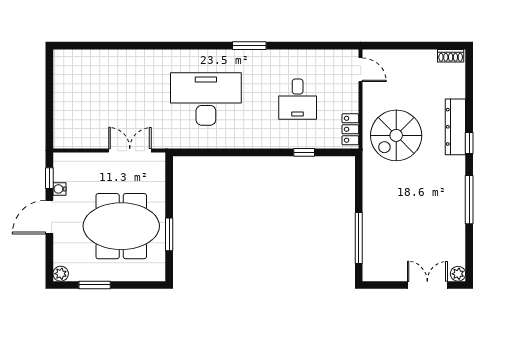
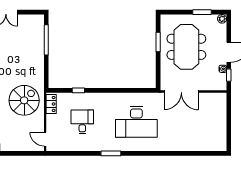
double door: (130, 151) -> (181, 91), width x1.37
meeting table: (121, 226) -> (186, 47), turned 90

